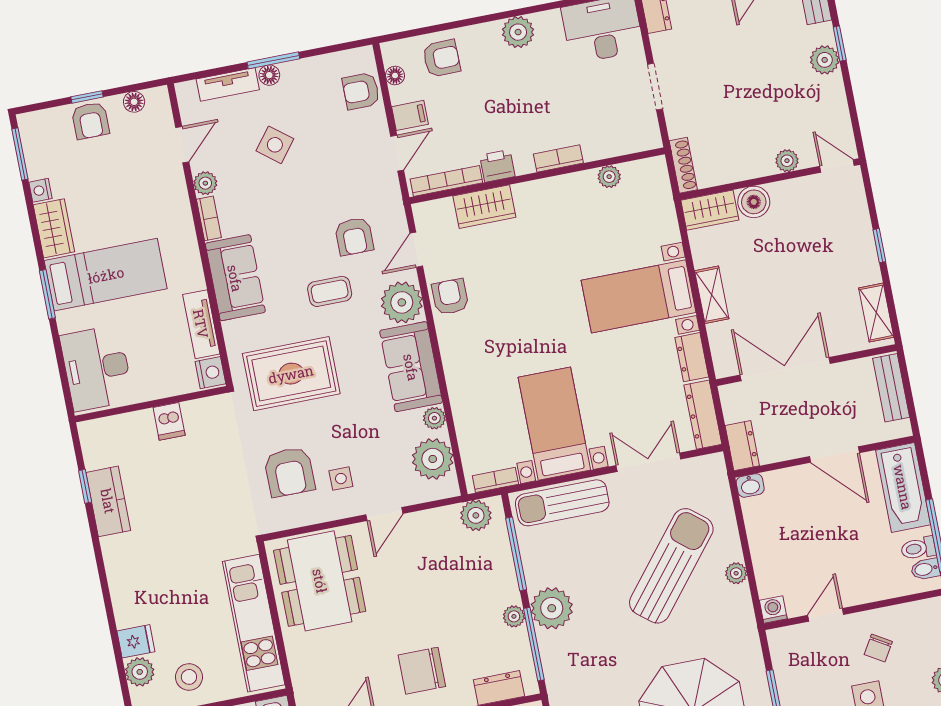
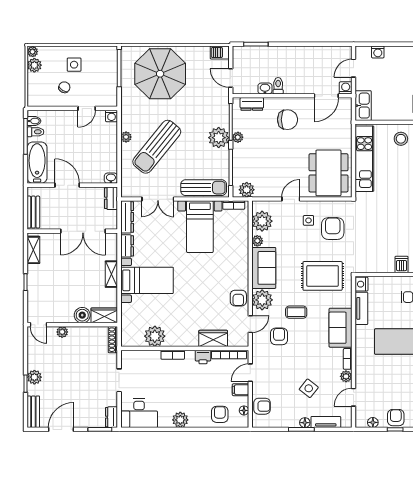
armchair: (441, 58) -> (220, 414), turned 91
plant: (609, 177) -> (155, 336), width x1.87, depth x1.87
dishwasher: (169, 421) -> (402, 264), moved

